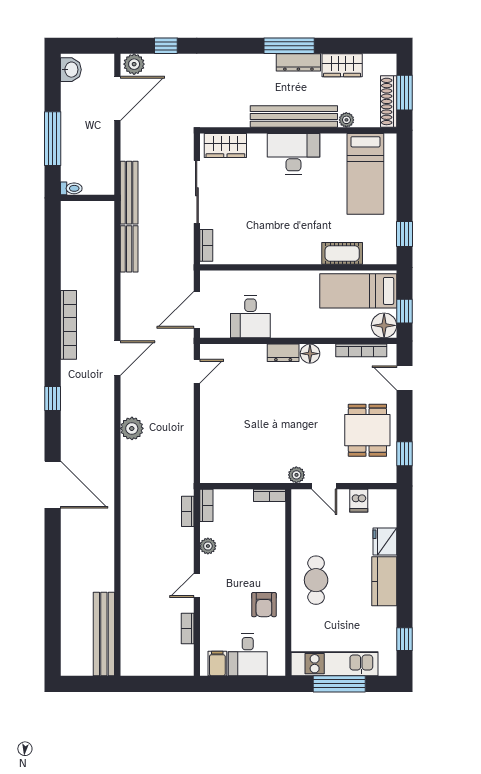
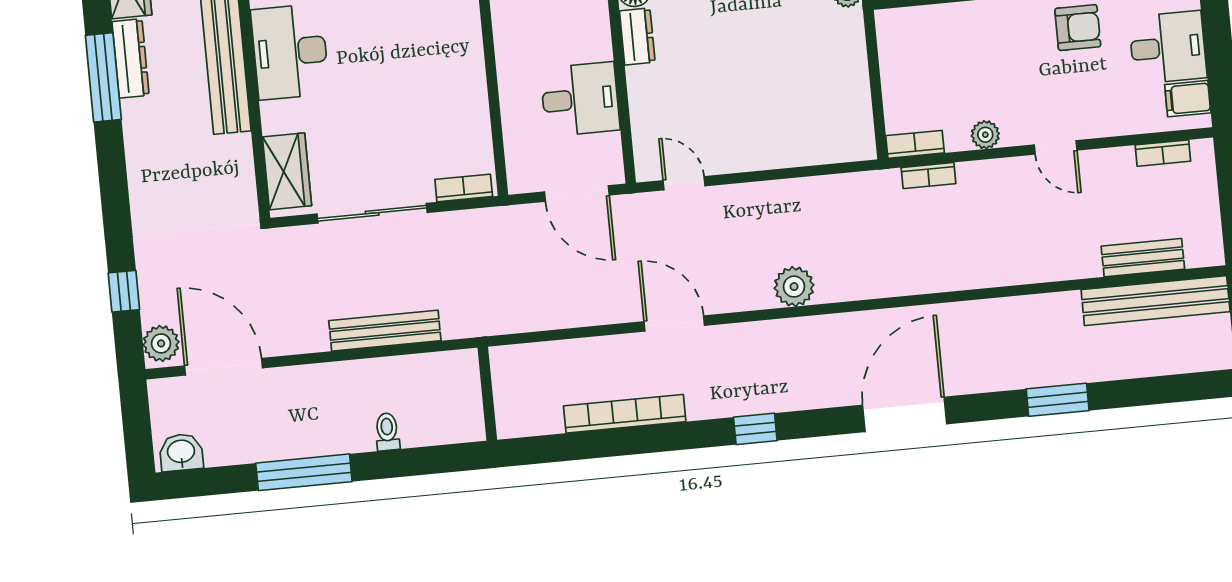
wall: (87, 198) -> (487, 394), moved
bench: (129, 249) -> (1143, 258), moved
bookcase: (269, 495) -> (887, 36), removed
window: (53, 573) -> (1058, 400), added
bookcase: (188, 628) -> (1163, 153), moved

